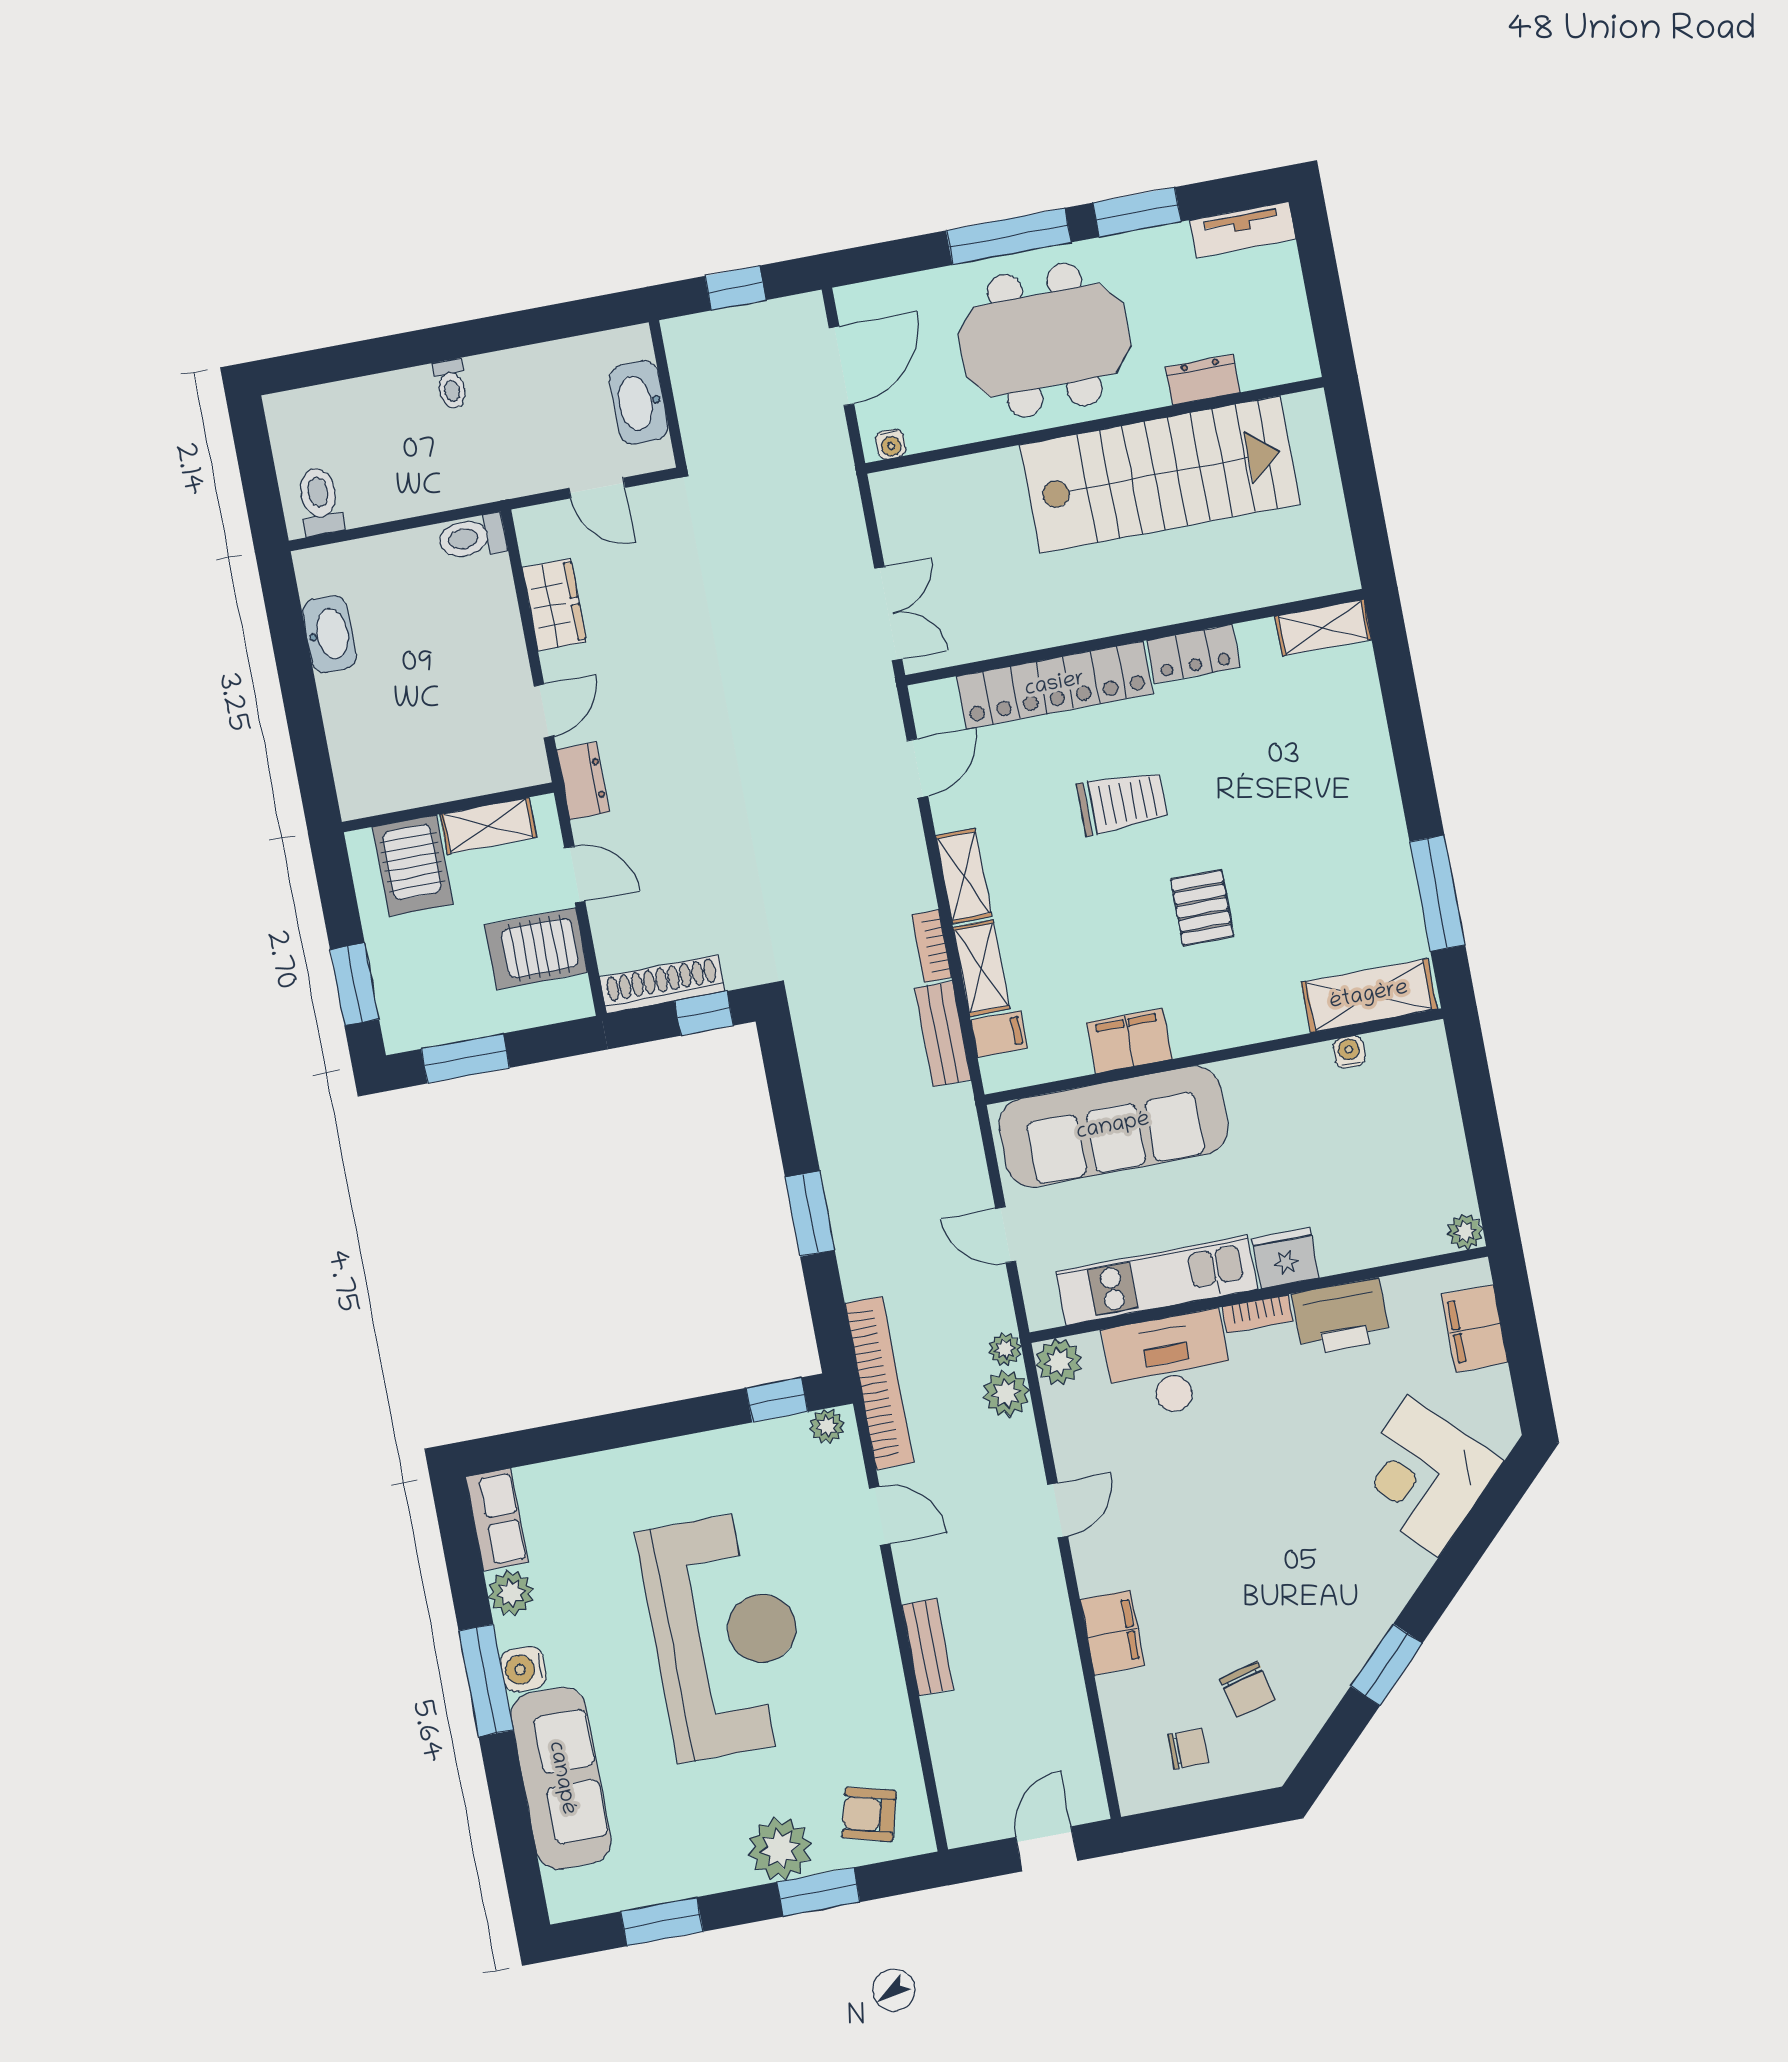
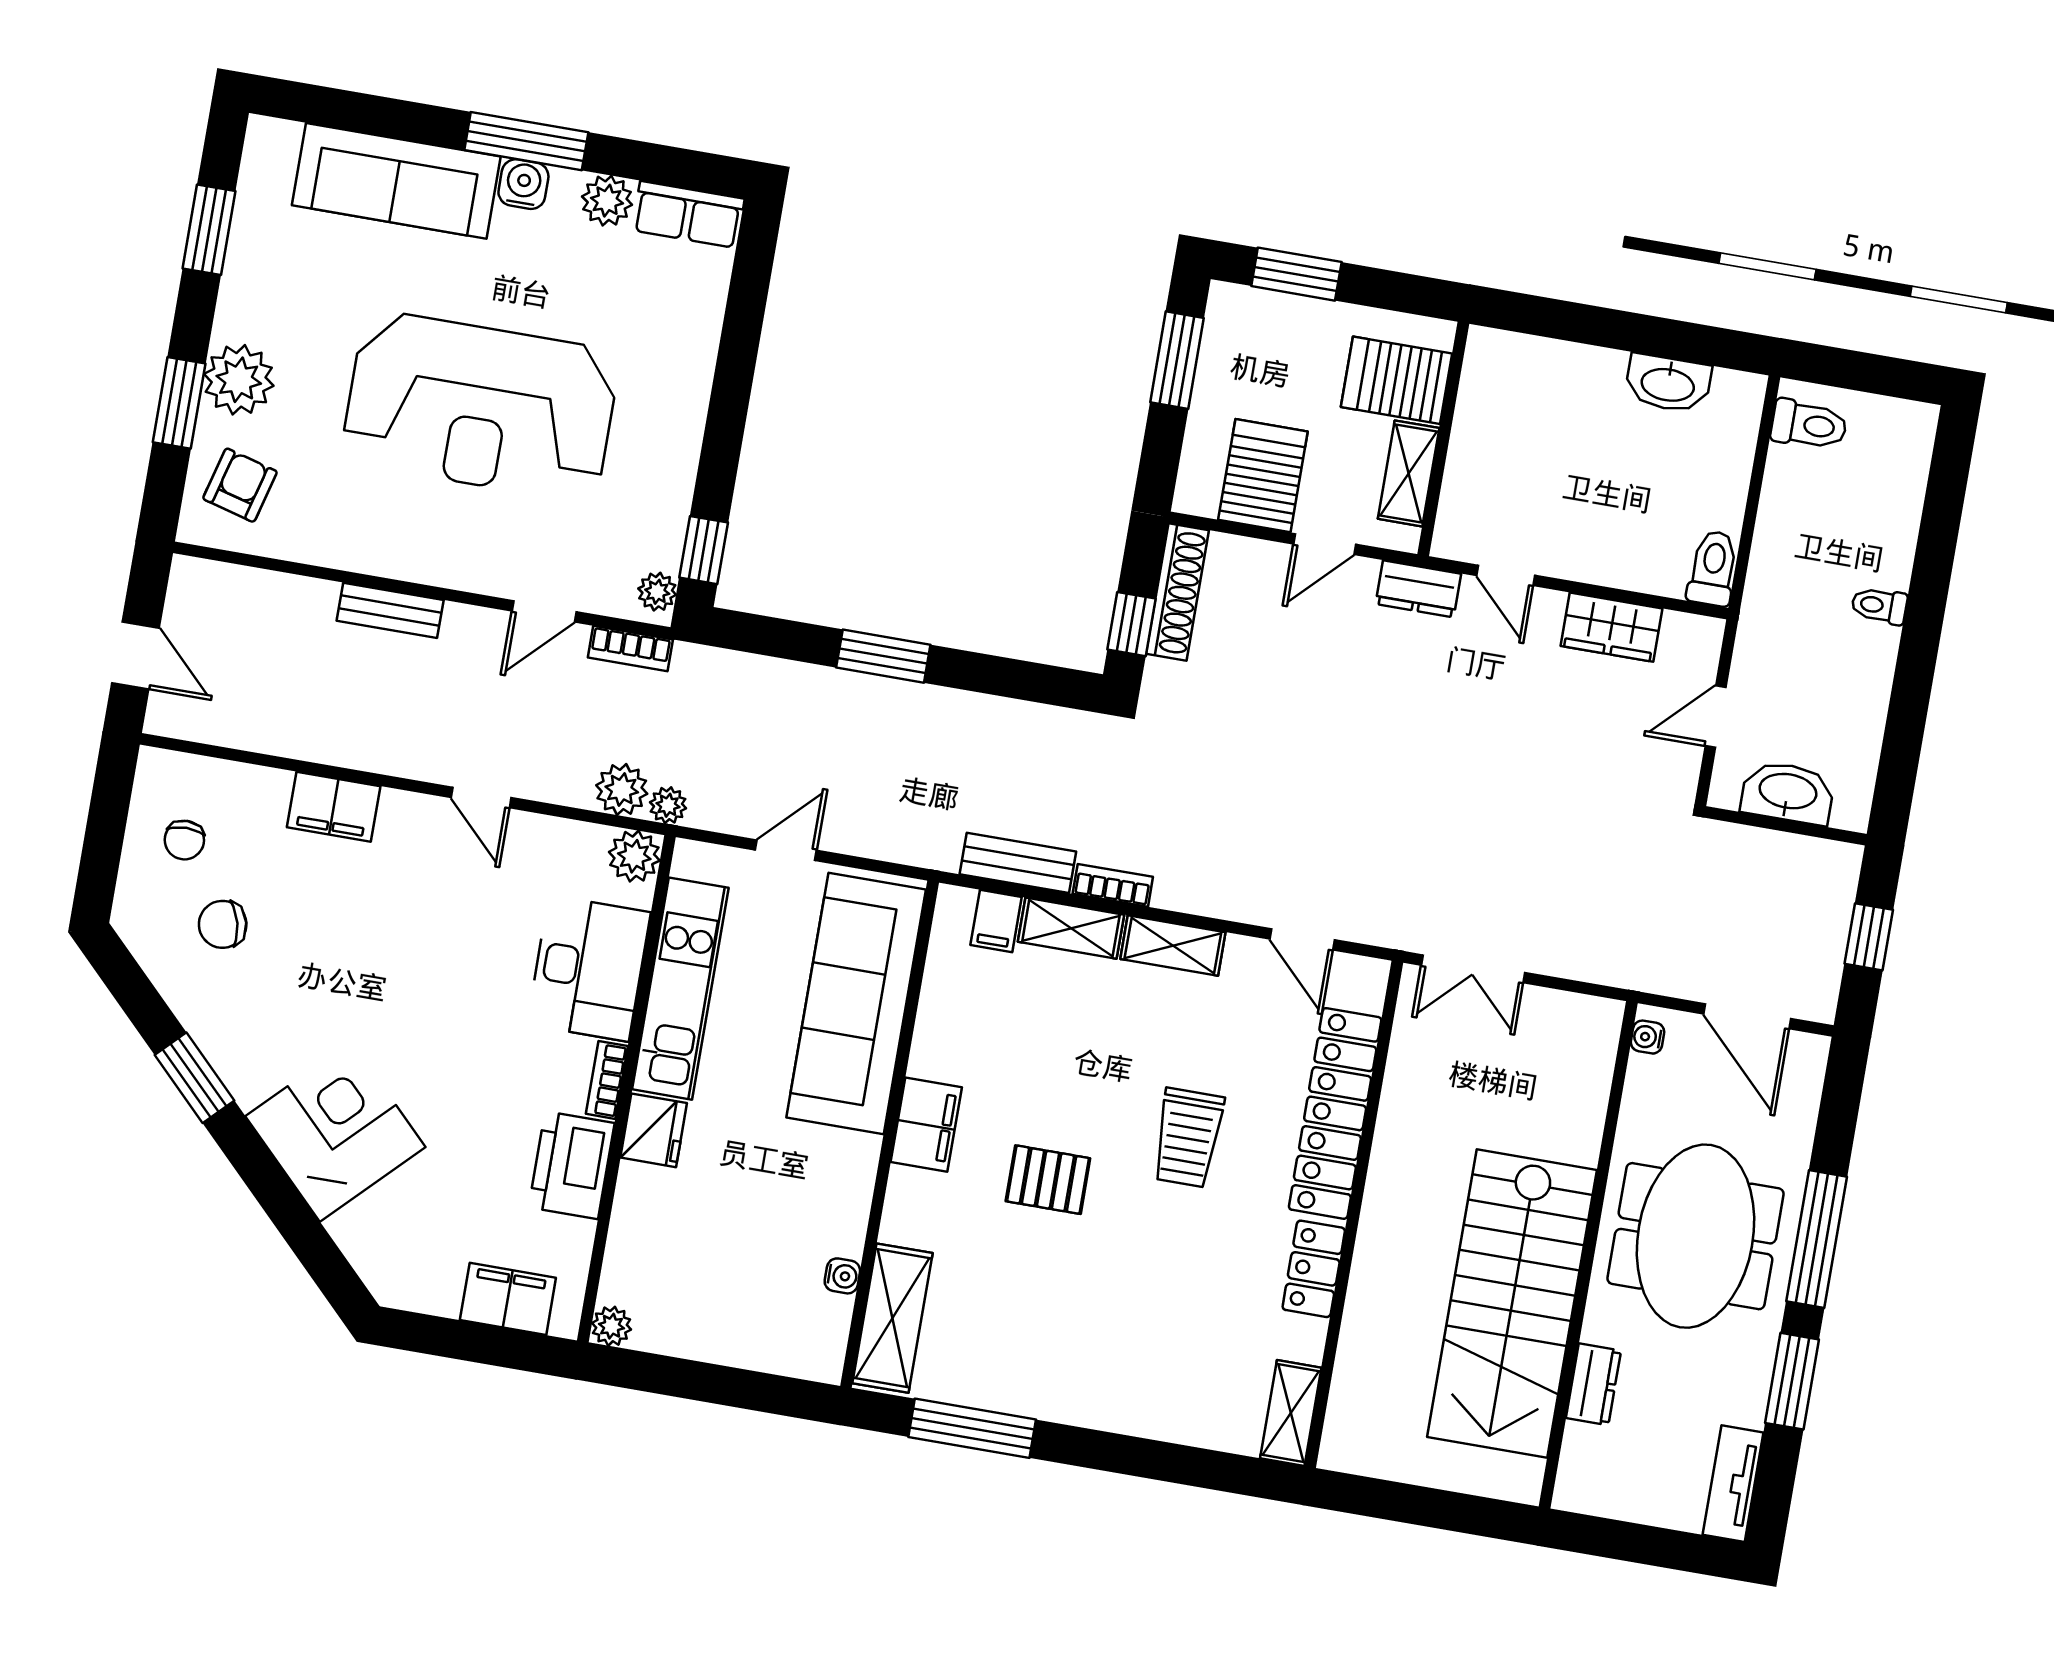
filing cabinet: (1129, 1041) -> (926, 1125), moved
bookcase: (879, 1383) -> (630, 648), width x0.43, depth x0.76
corner desk: (1423, 1476) -> (335, 1132), moved

